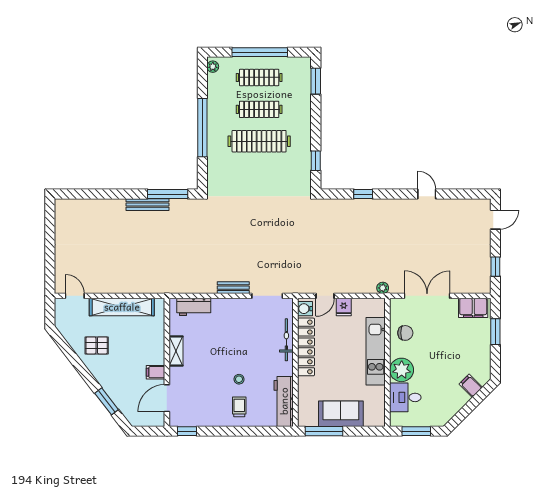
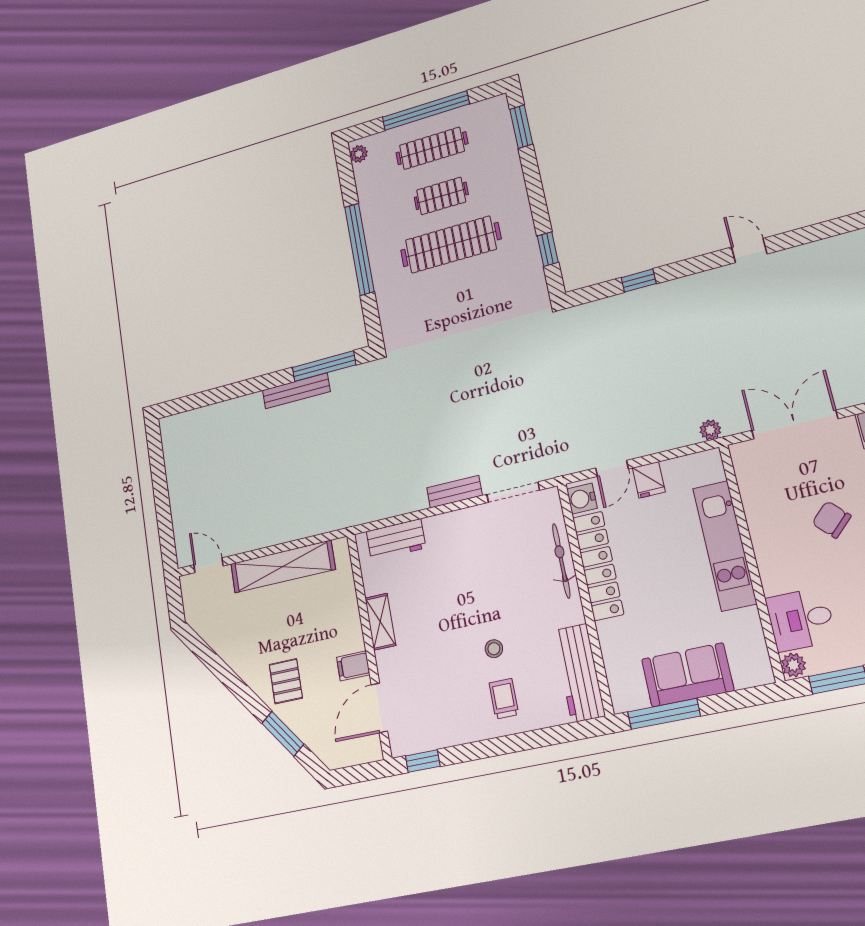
clothes rail: (259, 109) -> (441, 196), width x0.73
chair: (405, 333) -> (831, 520), moved, turned -134
pallet: (97, 345) -> (286, 681), moved, turned 90
plant: (402, 370) -> (793, 665), moved, width x0.53, depth x0.53

